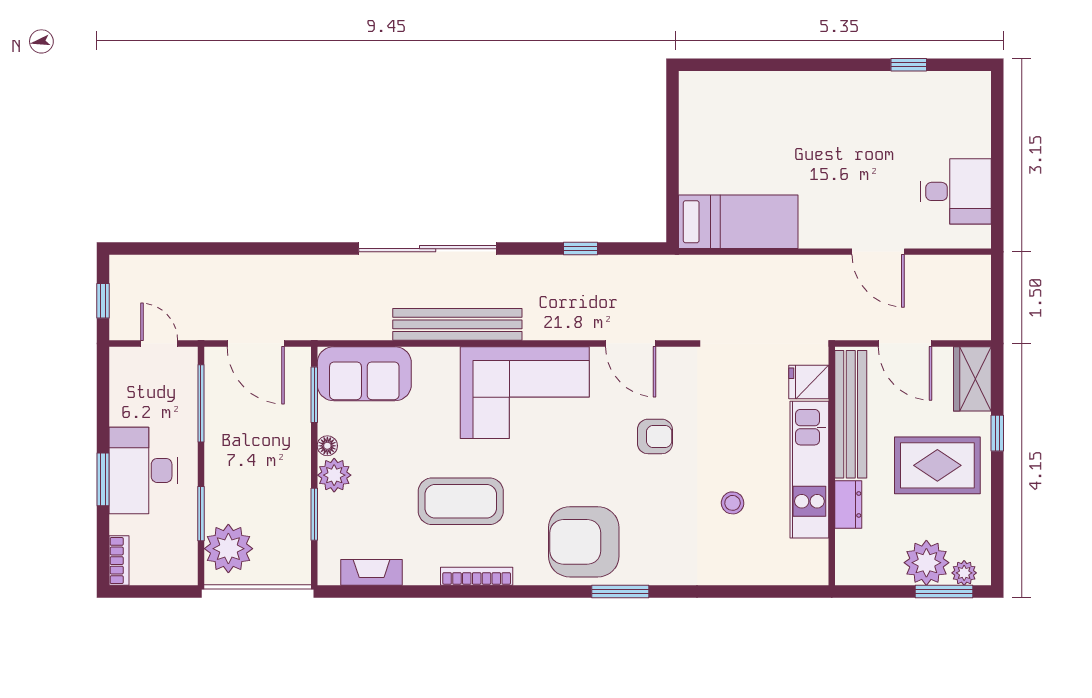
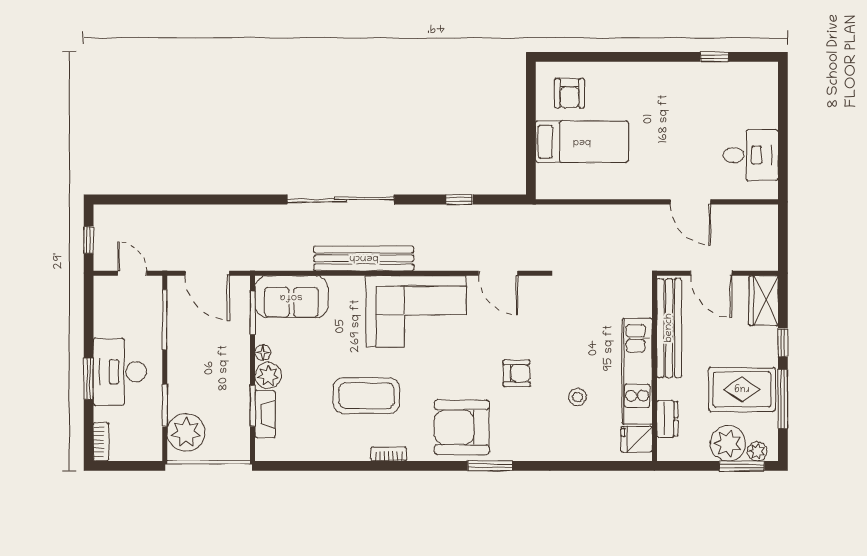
armchair: (722, 112) -> (570, 93), added
bed: (738, 222) -> (582, 142), moved
fridge: (809, 382) -> (637, 439), moved
armchair: (655, 436) -> (517, 373), moved
rug: (937, 465) -> (742, 389), moved
dresser: (848, 504) -> (667, 419), moved
window: (997, 505) -> (783, 399), added
fireplace: (372, 572) -> (265, 414), moved, turned 90
bookcase: (477, 576) -> (389, 454), width x0.64

